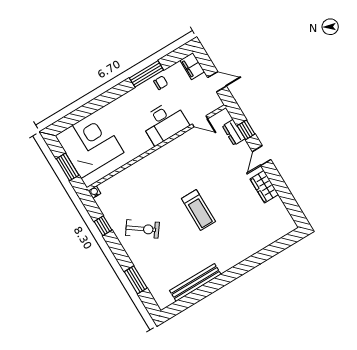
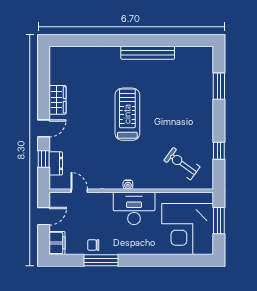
door: (217, 82) -> (44, 216), swing flipped
desk: (164, 123) -> (134, 208), moved
water cooler: (94, 192) -> (128, 185), moved
treadmill: (198, 210) -> (127, 114), width x1.37, depth x1.38
exercise bike: (142, 229) -> (182, 164), moved
bench: (195, 282) -> (148, 53), moved

